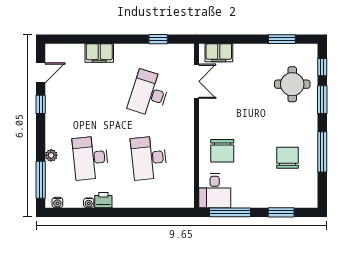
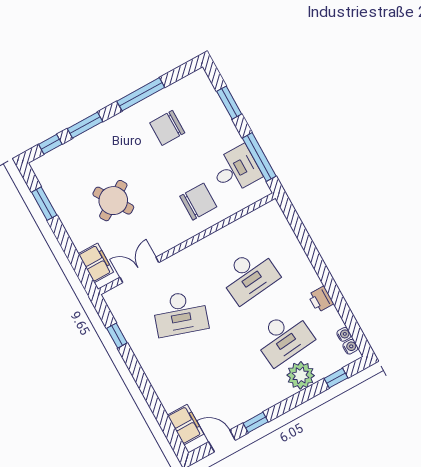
filing cabinet: (99, 53) -> (185, 425), moved
round table: (292, 84) -> (113, 201), moved, turned -33
plant: (51, 155) -> (301, 375), width x1.88, depth x1.88
window: (41, 180) -> (336, 378), width x0.46
desk: (215, 191) -> (236, 170), moved
water cooler: (89, 203) -> (344, 334), moved

